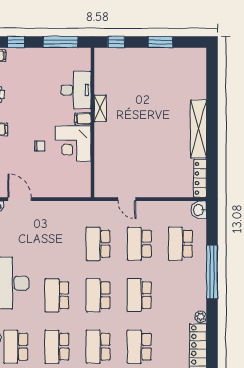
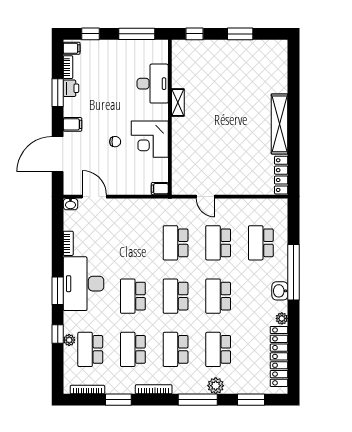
filing cabinet: (83, 119) -> (160, 189), moved
washbasin: (199, 210) -> (280, 291), moved

